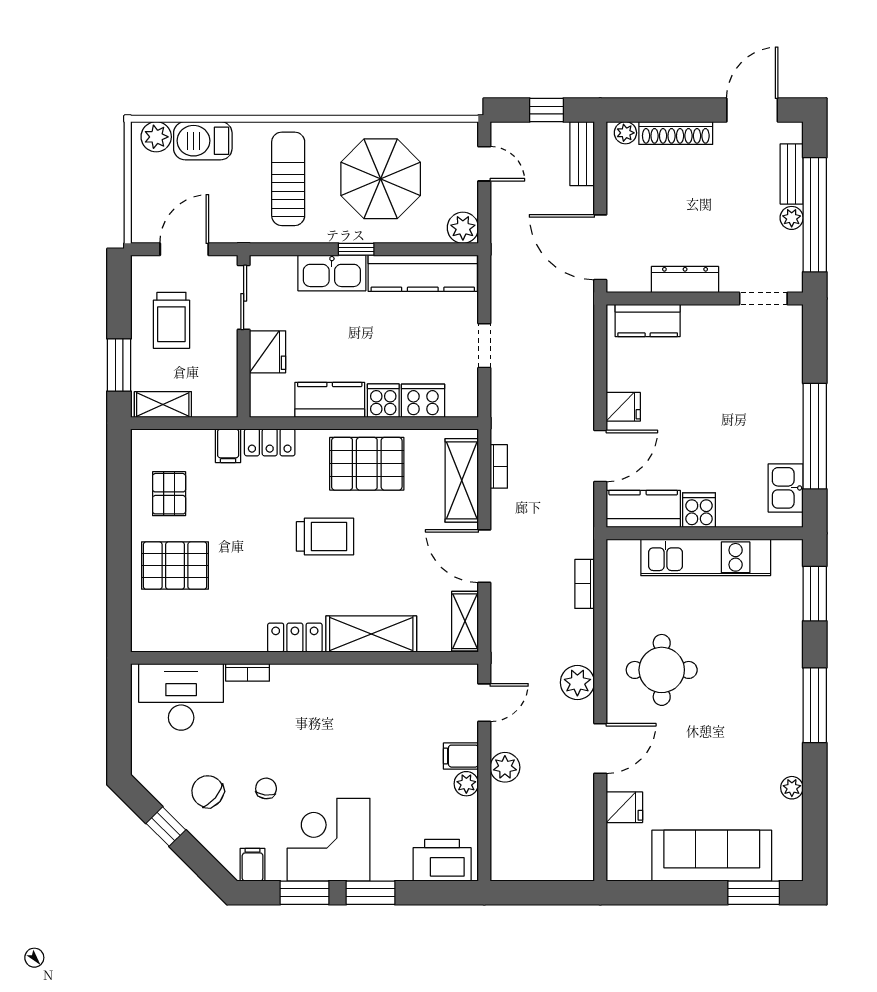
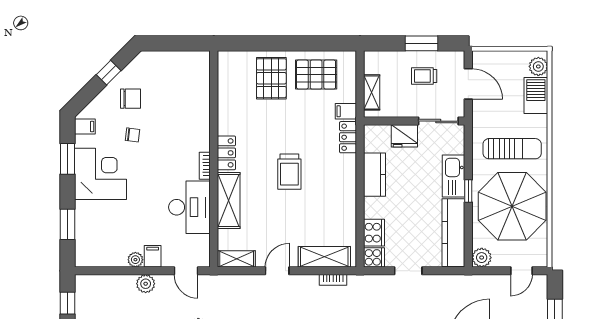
parasol: (381, 179) -> (512, 206), width x1.36, depth x1.36
trolley: (171, 320) -> (424, 76), width x0.73, depth x0.72
window: (119, 365) -> (422, 43), moved
cooker: (383, 401) -> (374, 257), moved
shelving: (163, 405) -> (372, 92), moved
pallet: (367, 464) -> (335, 198), removed
pallet: (169, 494) -> (316, 75), width x1.50, depth x1.42
door: (484, 556) -> (277, 271), width x0.73
bookcase: (248, 672) -> (205, 166), moved
desk: (181, 697) -> (189, 207), moved
chair: (208, 791) -> (131, 99), turned 50
printer: (442, 860) -> (88, 245), removed
window: (370, 893) -> (68, 224), moved
window: (536, 893) -> (68, 303), added

